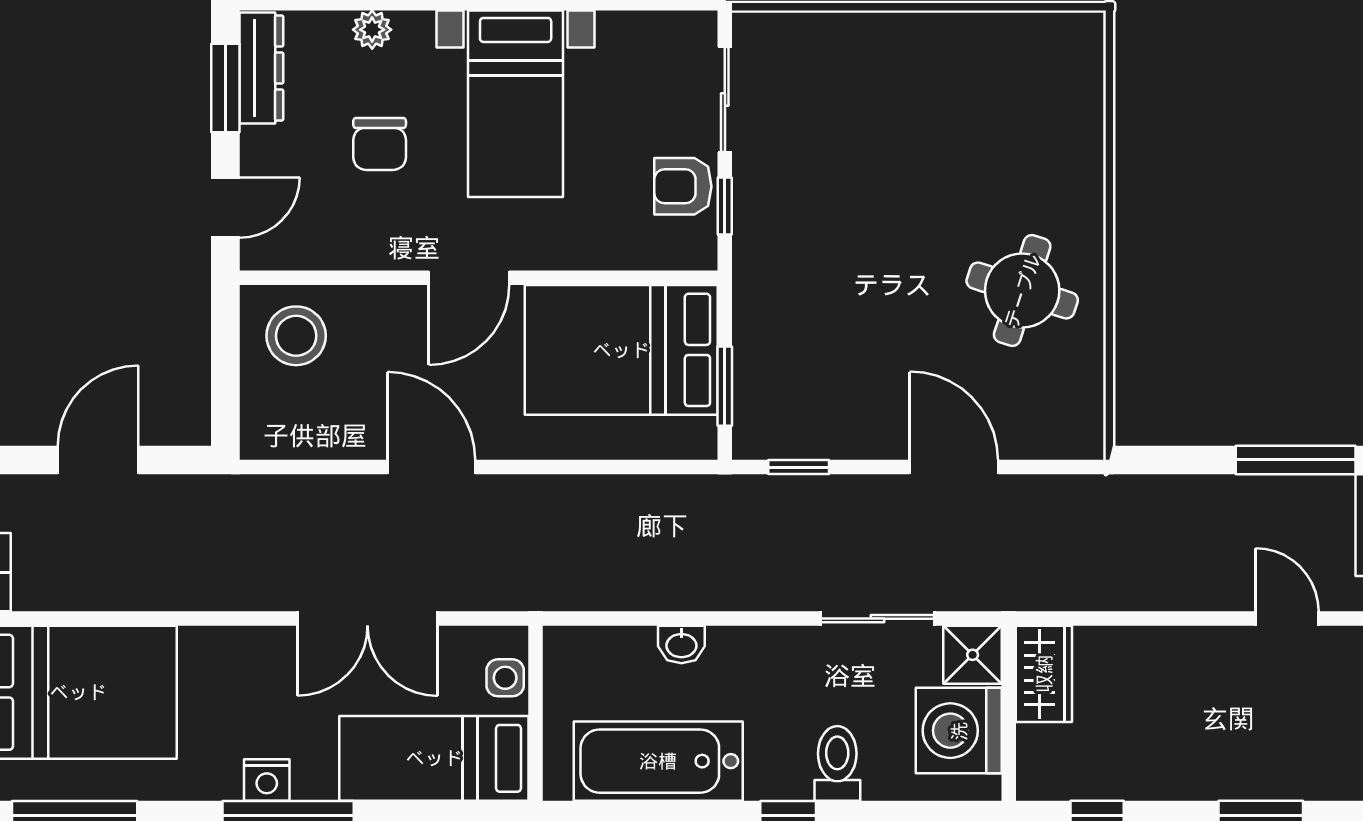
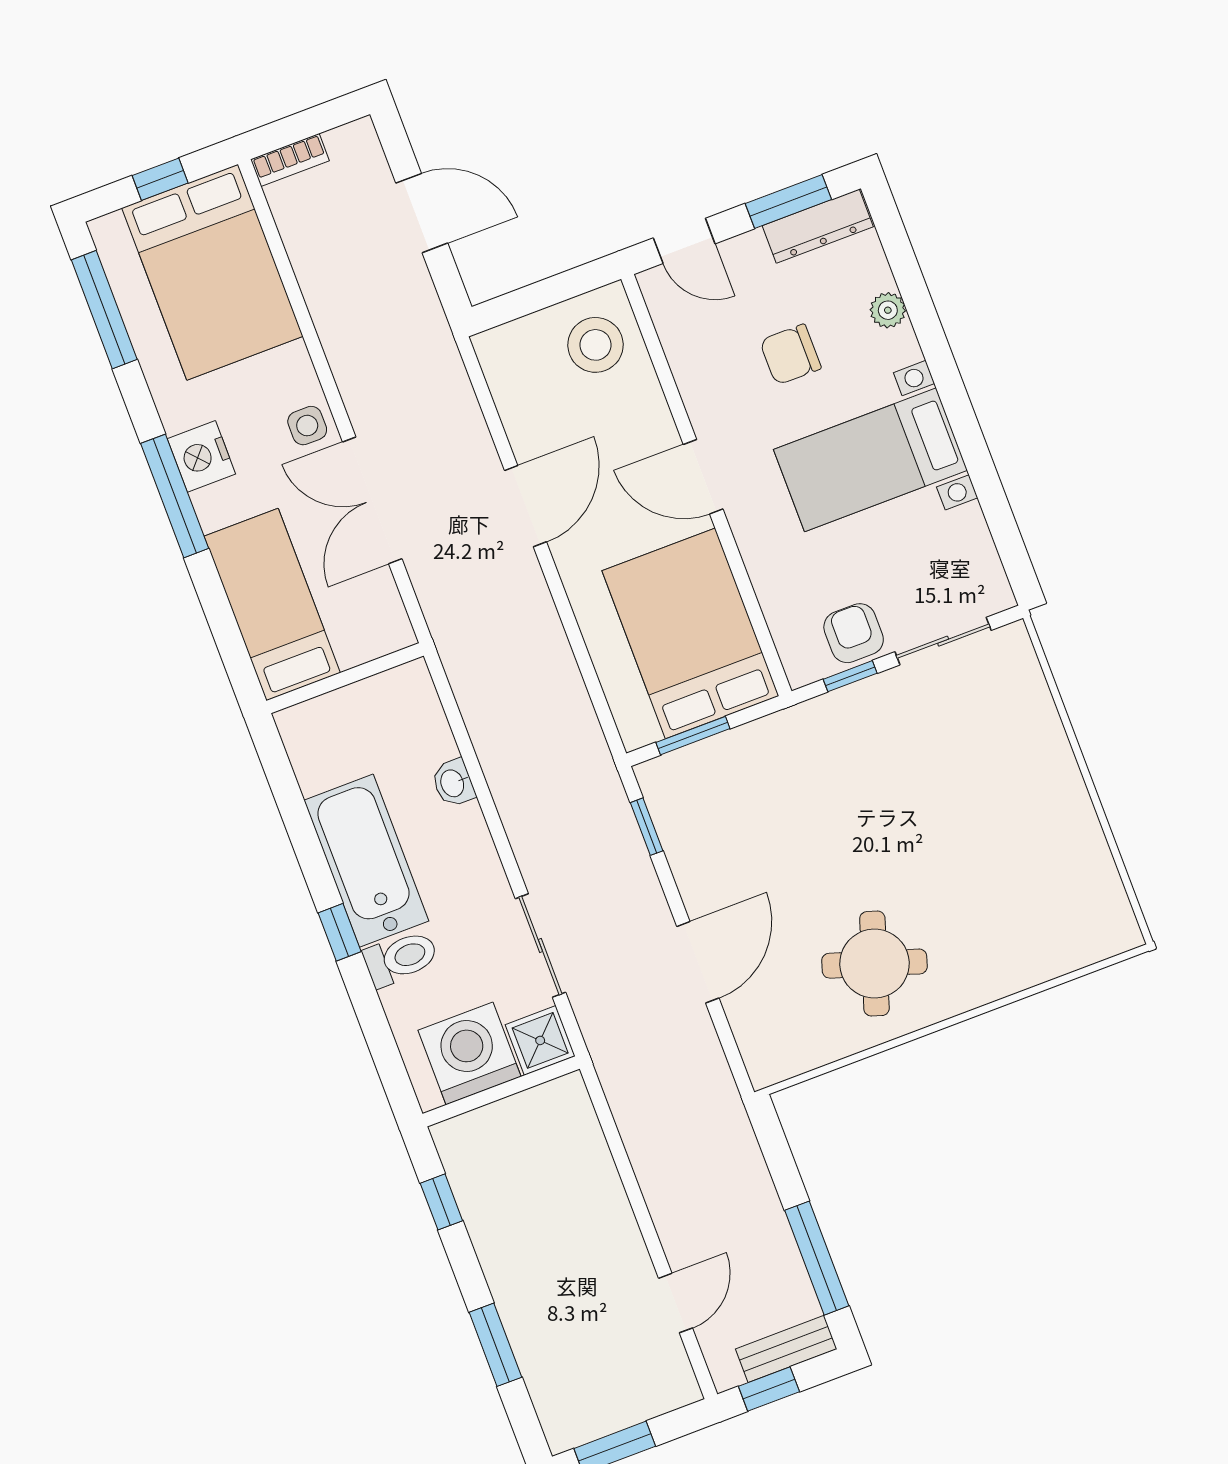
wardrobe: (1044, 674) -> (547, 1109), removed
side table: (505, 678) -> (307, 426), moved
bathtub: (658, 761) -> (366, 861), moved
nightstand: (267, 780) -> (201, 456), width x1.36, depth x1.33

